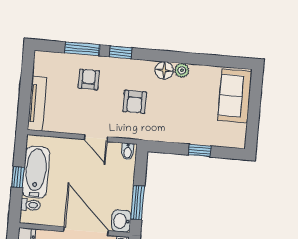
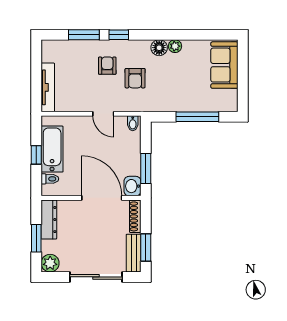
armchair: (89, 79) -> (107, 66), moved
window: (200, 150) -> (197, 117), width x2.17

